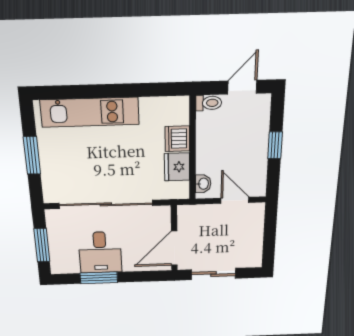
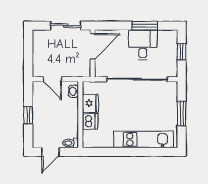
window: (42, 245) -> (182, 52), width x0.67

